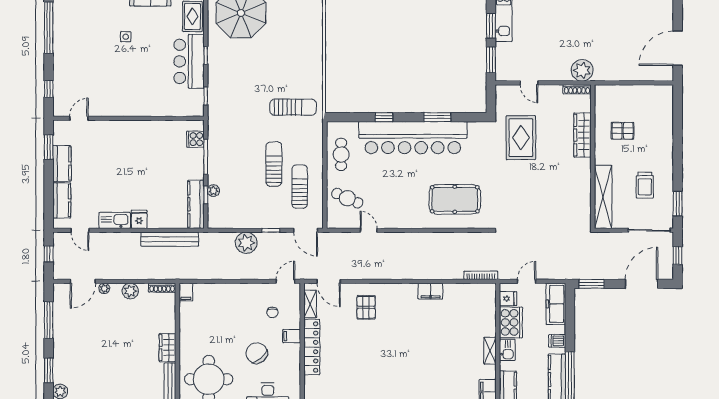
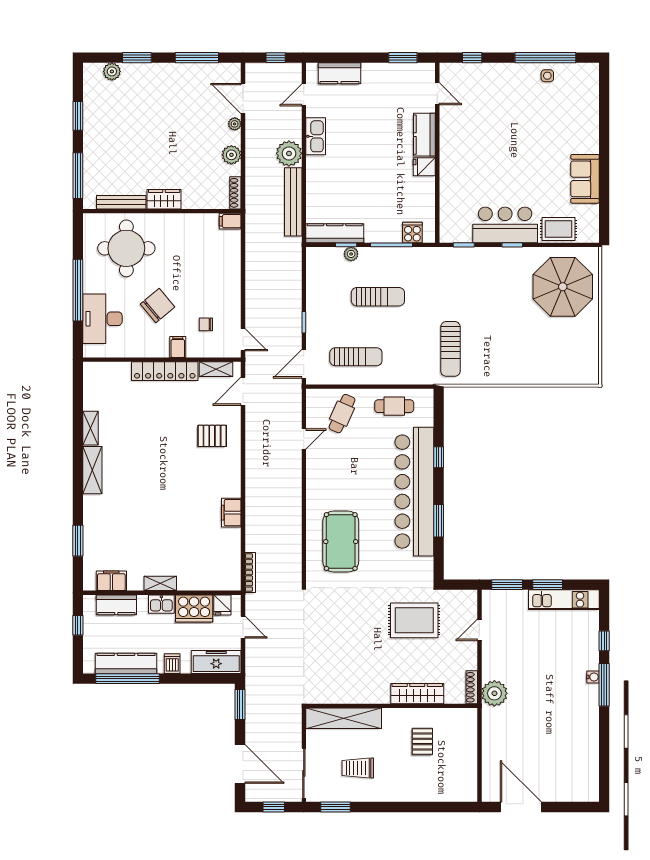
side table: (126, 37) -> (547, 76), moved
kitchen counter: (62, 163) -> (424, 135), moved, turned 90
sun lounger: (274, 164) -> (378, 297), moved
fridge: (139, 219) -> (424, 167), moved, turned 180
plant: (246, 243) -> (289, 153), moved

